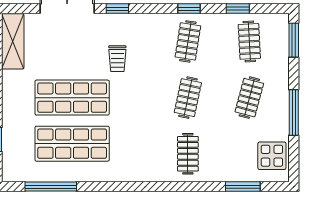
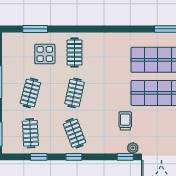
plant: (107, 21) -> (133, 148), added
clothes rail: (188, 41) -> (75, 133), turned -30
display table: (272, 156) -> (45, 54), moved

